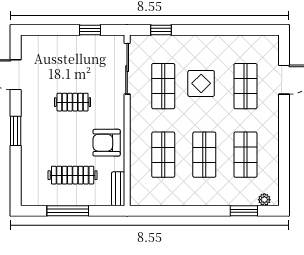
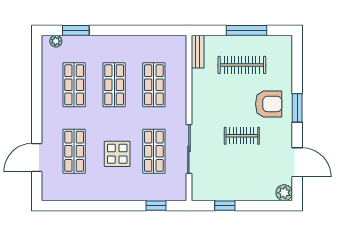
plant: (29, 43) -> (284, 193), added
sliding door: (127, 69) -> (189, 149), moved
armchair: (107, 143) -> (269, 104), moved

